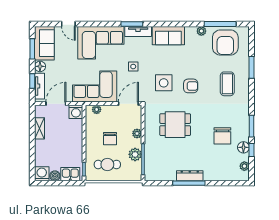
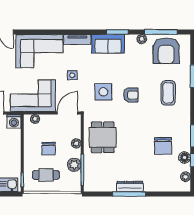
window: (132, 24) -> (117, 32), moved
dining table: (175, 125) -> (103, 137), moved, turned 90

